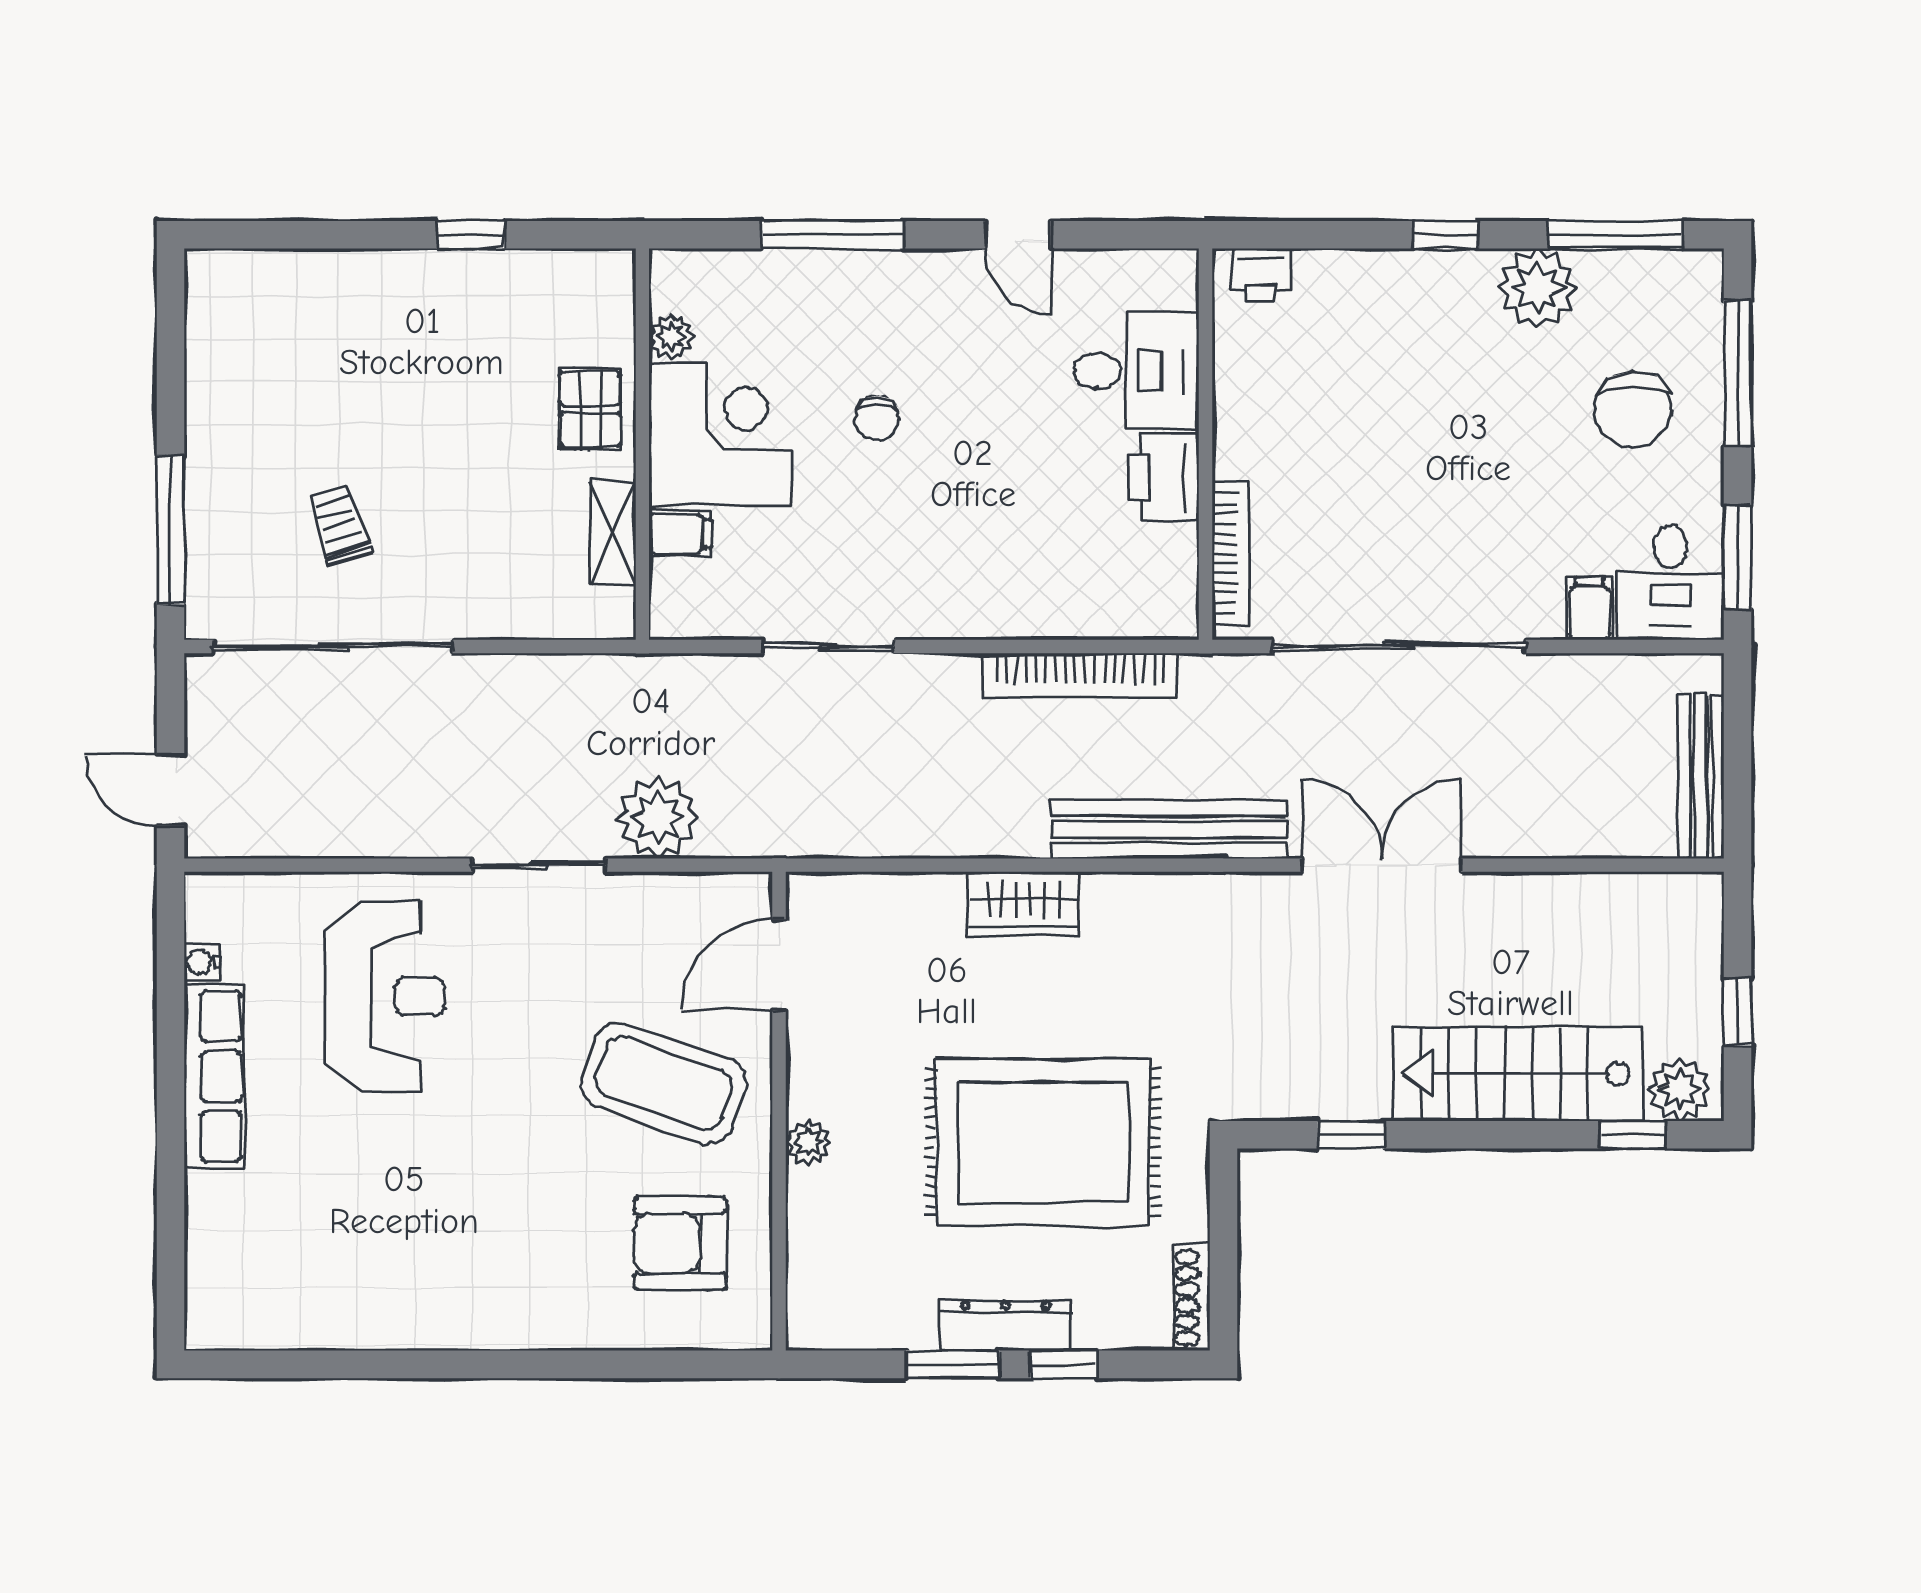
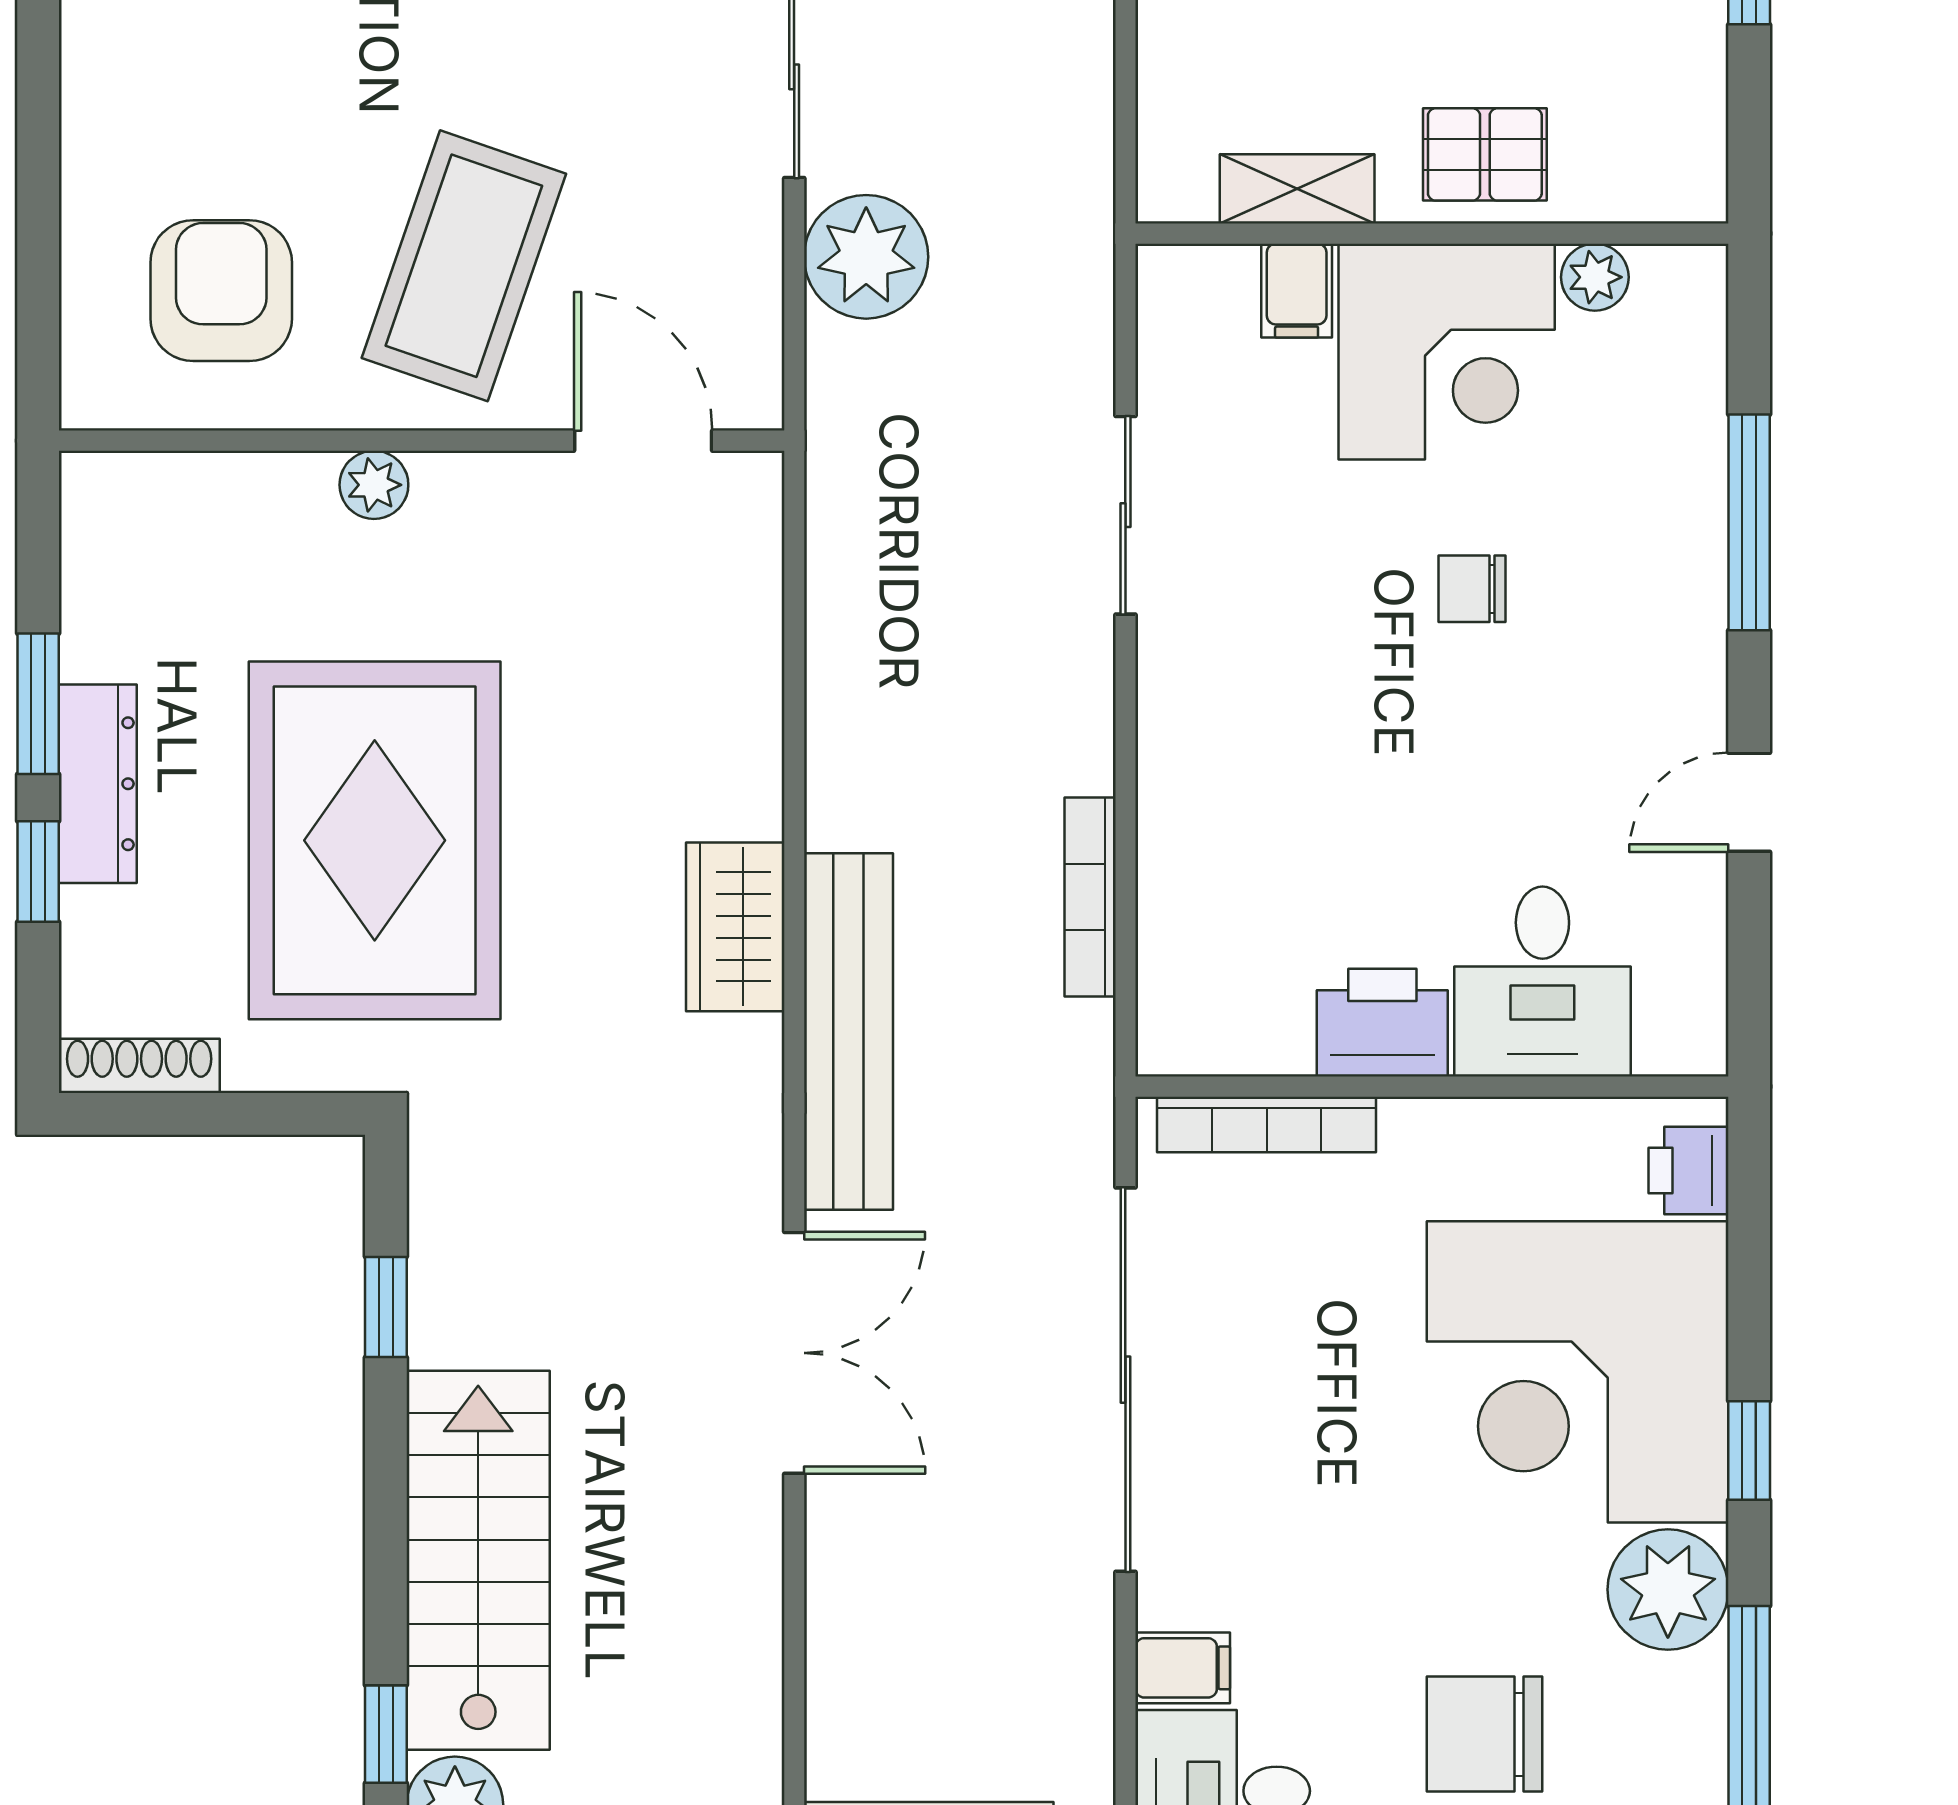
corner desk: (1394, 348) -> (1578, 1372), added
bookcase: (1080, 675) -> (1090, 897), width x0.68, depth x0.76
wardrobe: (1023, 904) -> (735, 927), moved

